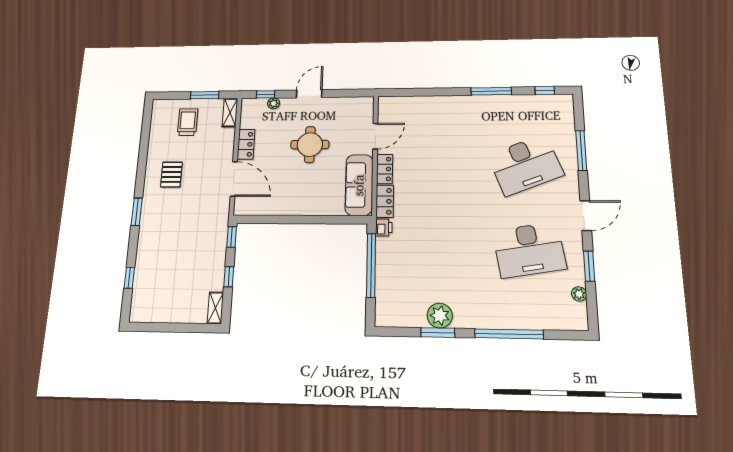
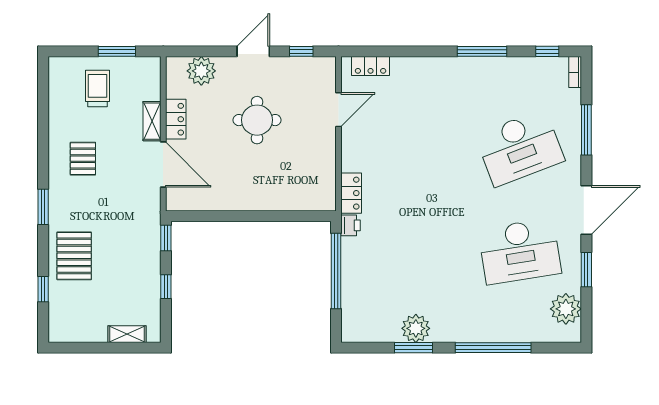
window: (266, 94) -> (301, 51), moved
plant: (274, 103) -> (201, 71), width x1.88, depth x1.88
bookcase: (569, 106) -> (575, 72), added
shelving: (230, 113) -> (152, 121), moved
locker: (385, 169) -> (371, 66), moved, turned 90
sofa: (359, 185) -> (320, 172), removed
door: (586, 216) -> (586, 210), width x1.36
pallet: (157, 251) -> (74, 256), added
plant: (579, 294) -> (566, 309), width x1.88, depth x1.88
shelving: (215, 308) -> (127, 334), moved, turned 90

